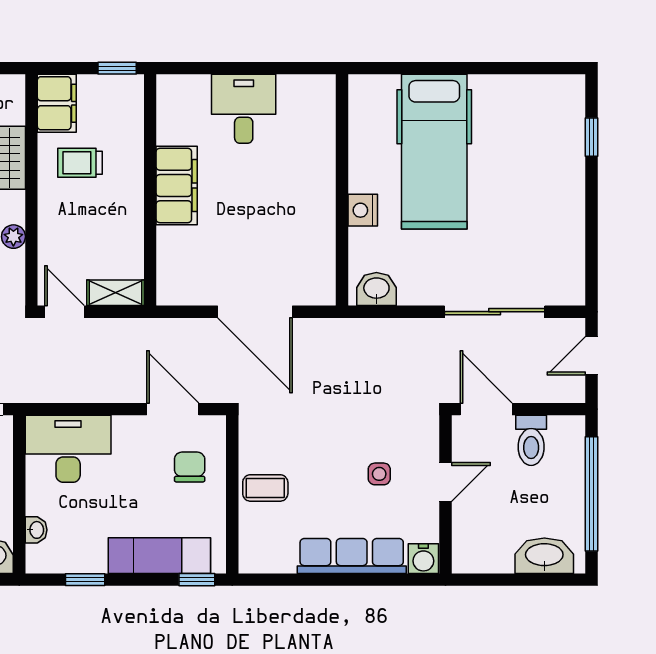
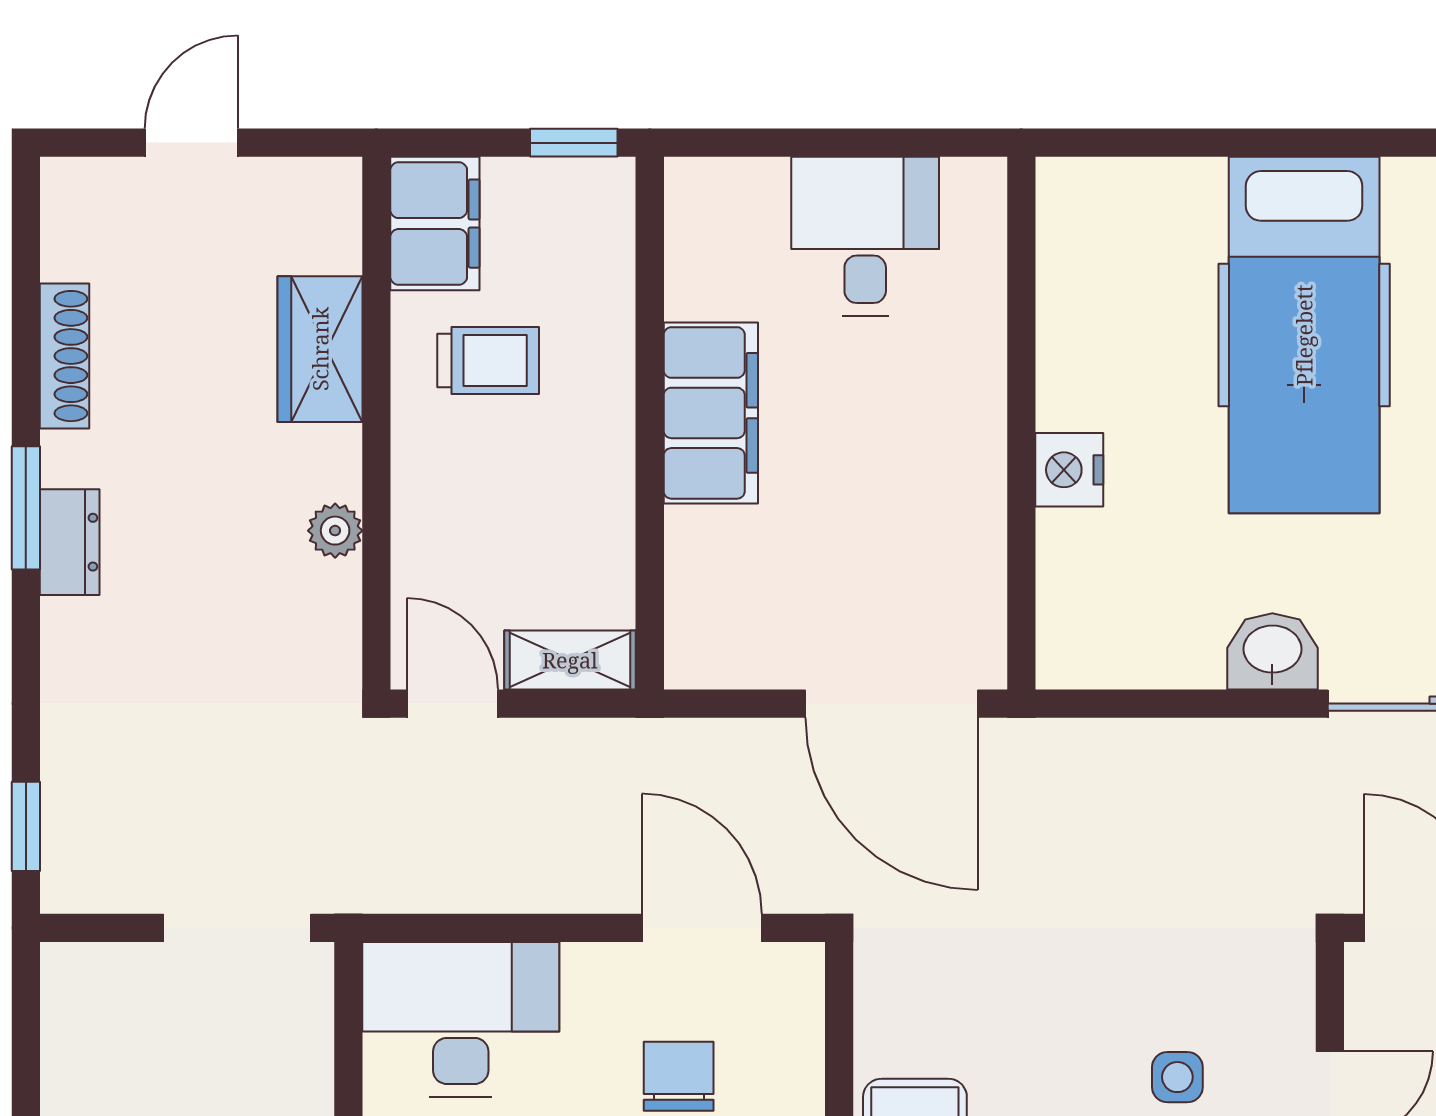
trolley: (80, 163) -> (488, 361), turned 180
wall: (342, 190) -> (1021, 423), moved
nightstand: (363, 210) -> (1069, 470), moved
washbasin: (376, 289) -> (1272, 651), moved
chair: (190, 467) -> (679, 1076), moved

